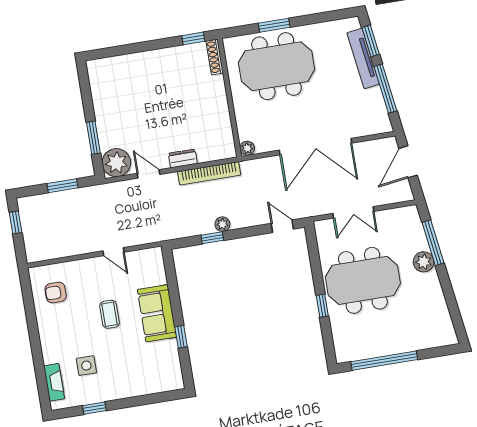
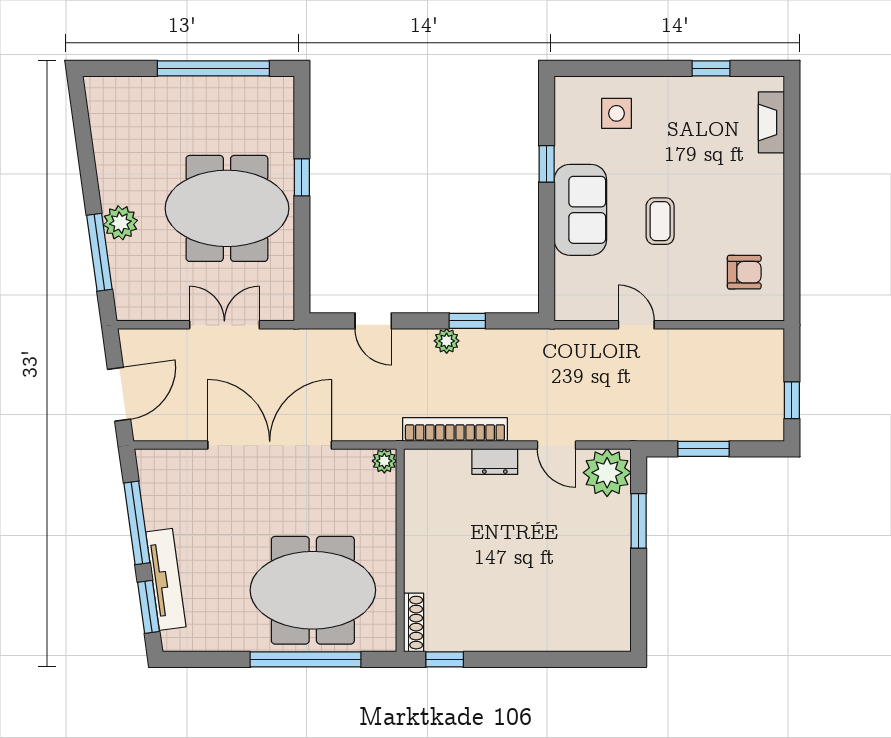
window: (274, 25) -> (306, 659), width x2.11
door: (282, 226) -> (373, 321), moved
side table: (86, 366) -> (617, 113), moved

